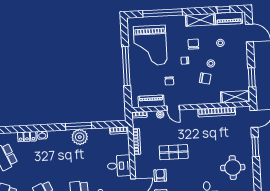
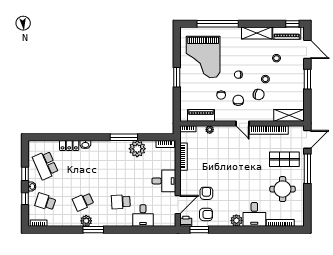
window: (224, 10) -> (292, 24), moved
chair: (193, 44) -> (238, 100), moved
window: (126, 66) -> (177, 77), width x0.47
window: (252, 77) -> (307, 79), moved
door: (173, 108) -> (243, 123), moved
plant: (80, 137) -> (137, 149), moved
window: (255, 147) -> (307, 169), width x1.44
shop shelf: (174, 152) -> (284, 159), moved

